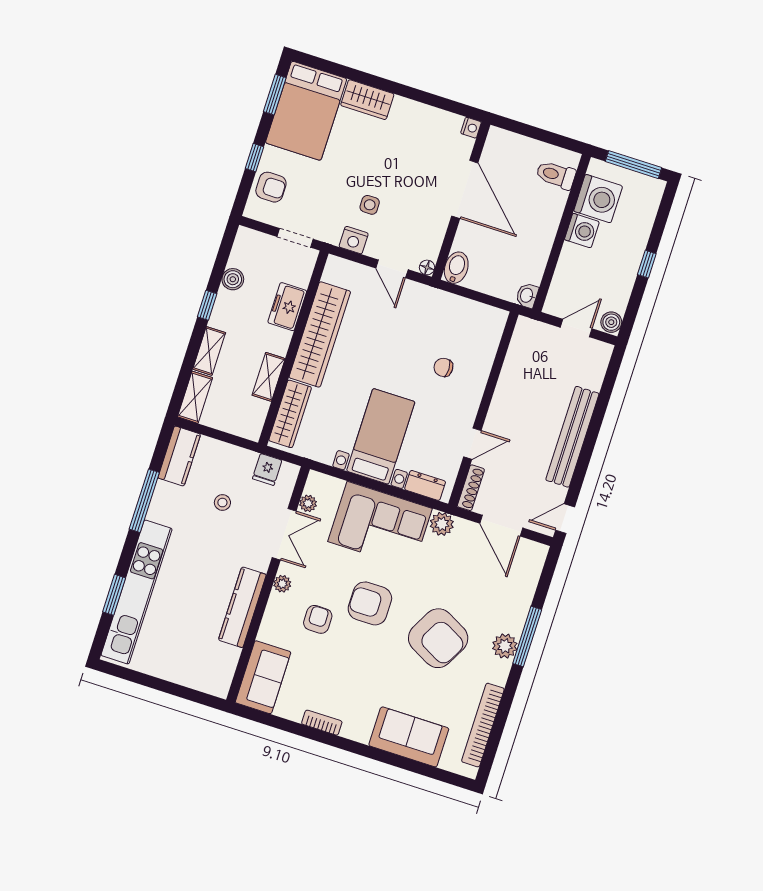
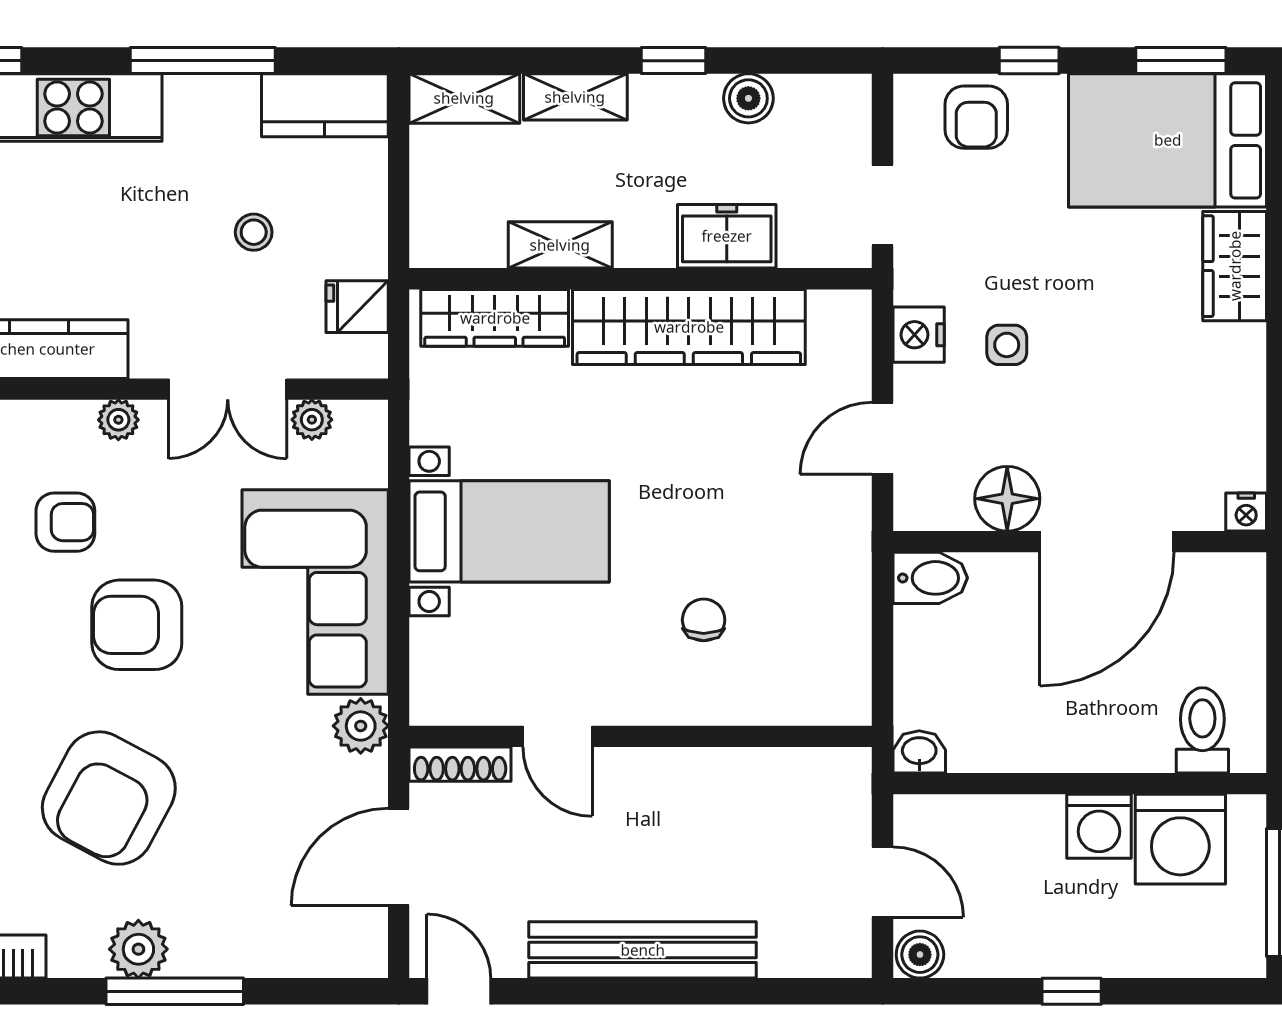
floor lamp: (427, 267) -> (1007, 499), moved, width x1.89, depth x1.89
dresser: (425, 485) -> (433, 662), removed
armchair: (370, 603) -> (137, 625), turned -90

